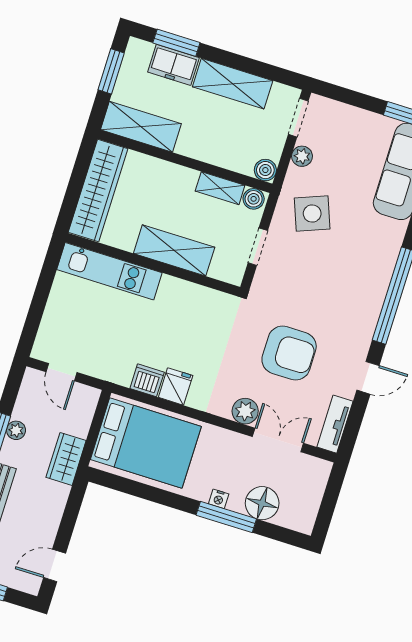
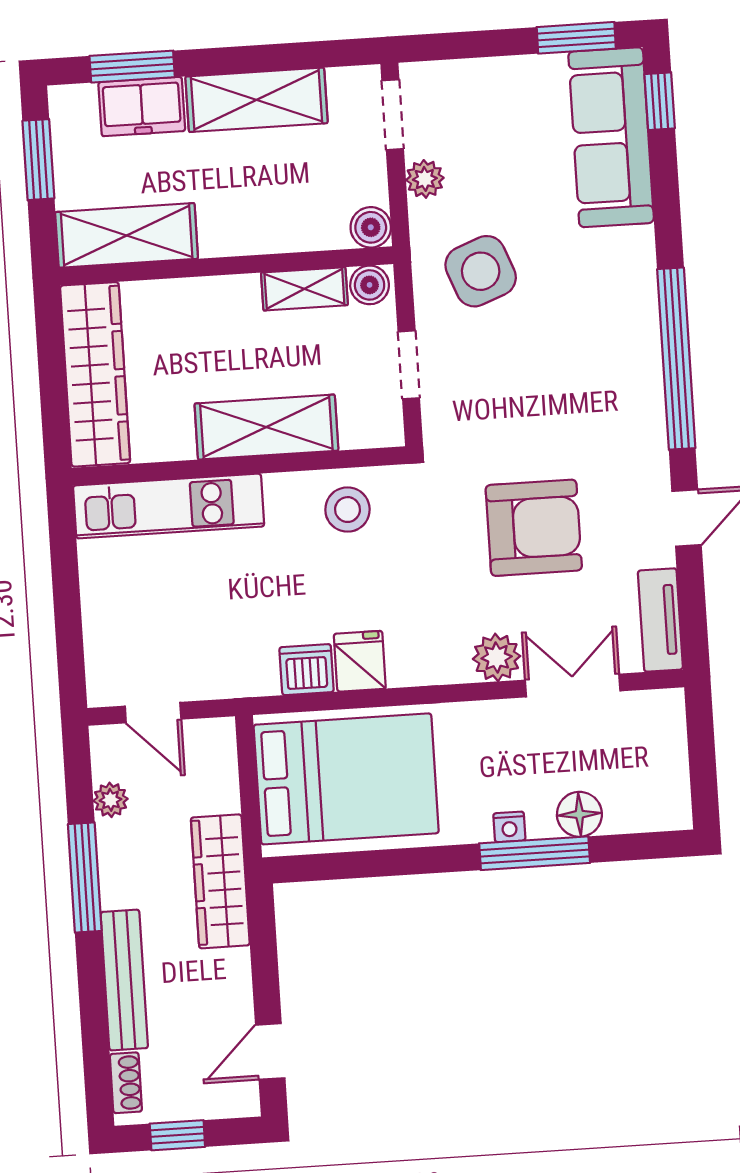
stool: (199, 308) -> (347, 510), added
plant: (16, 430) -> (111, 800), moved
wardrobe: (66, 459) -> (220, 881), width x1.50
floor lamp: (262, 503) -> (579, 814), width x0.73, depth x0.73

